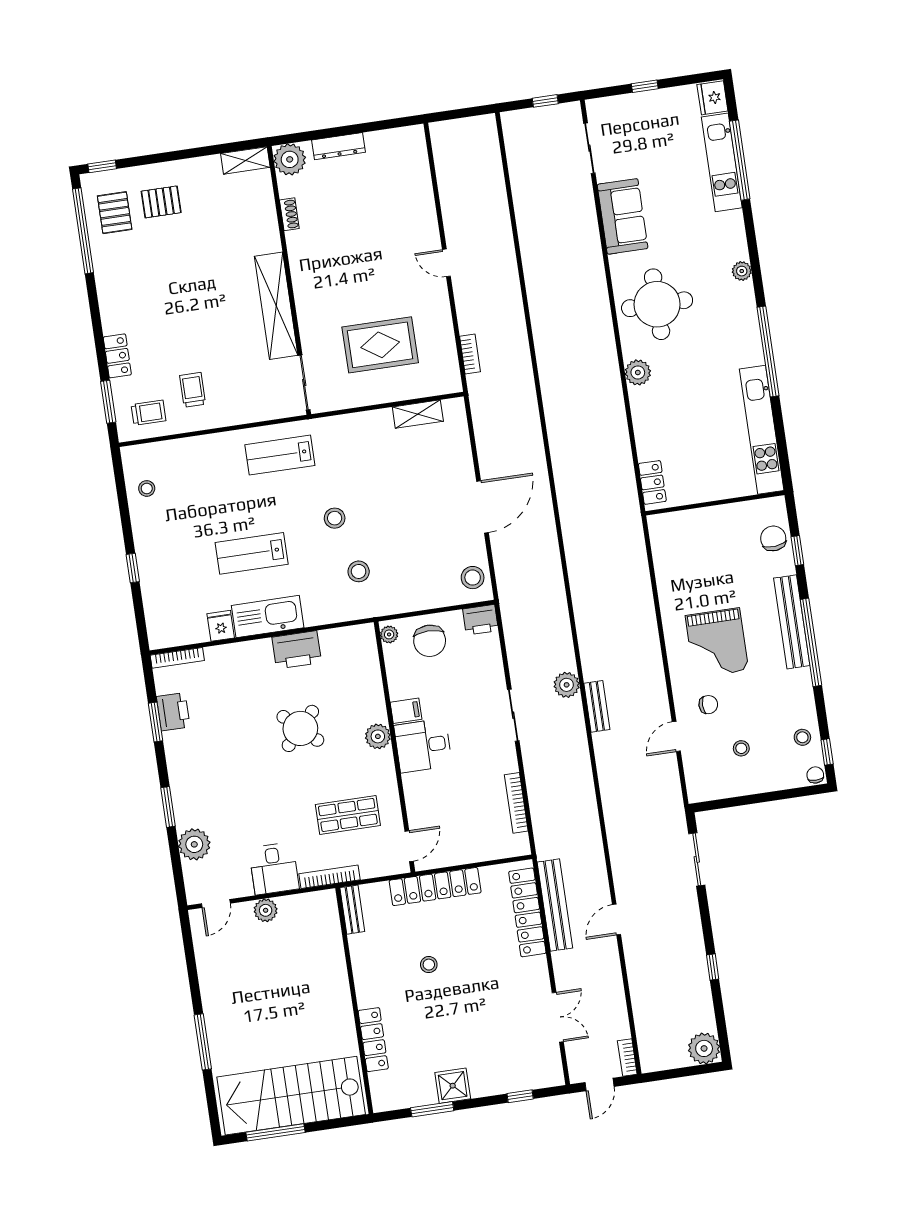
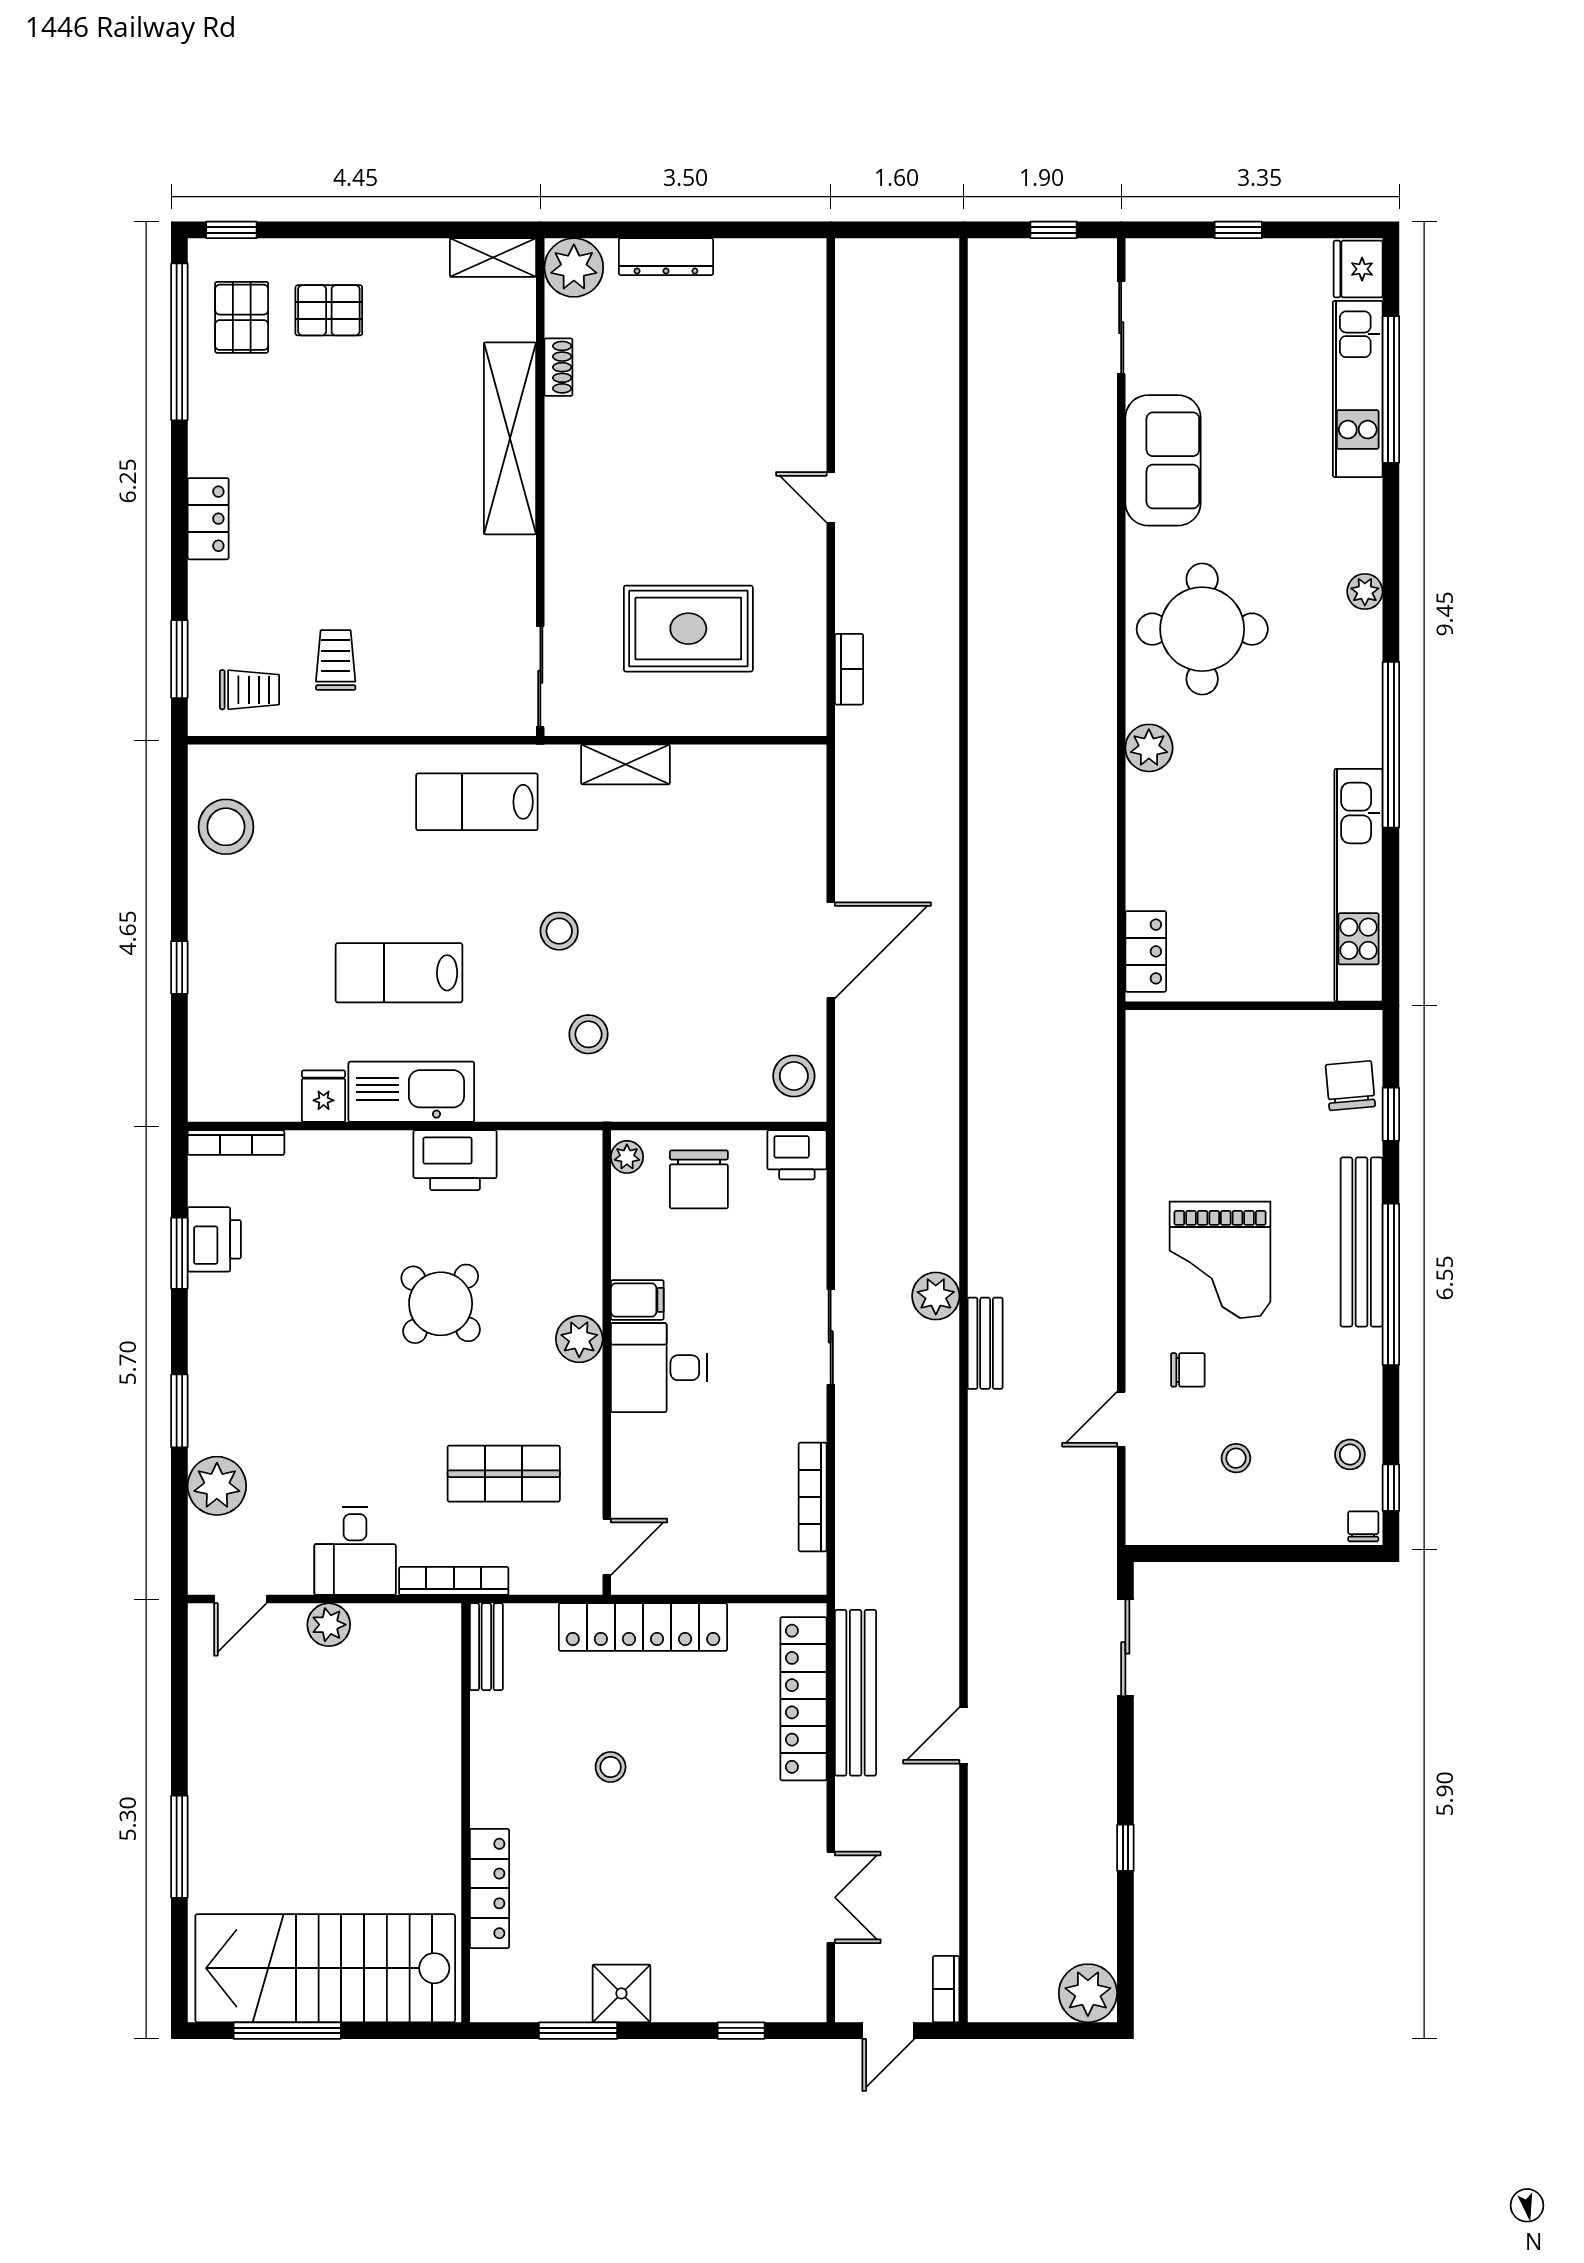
shelving: (276, 306) -> (510, 438), moved
locker: (117, 356) -> (208, 519), moved
shelving: (418, 414) -> (625, 764), moved
stool: (147, 488) -> (226, 827), width x1.89, depth x1.89

